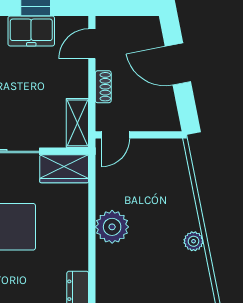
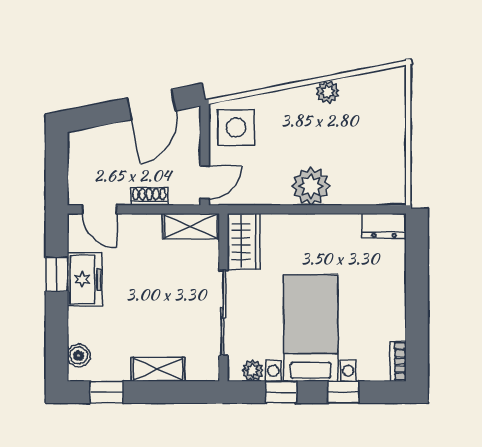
door: (178, 64) -> (152, 104), moved
door: (115, 135) -> (205, 182), hinge flipped
side table: (163, 162) -> (236, 127), added

